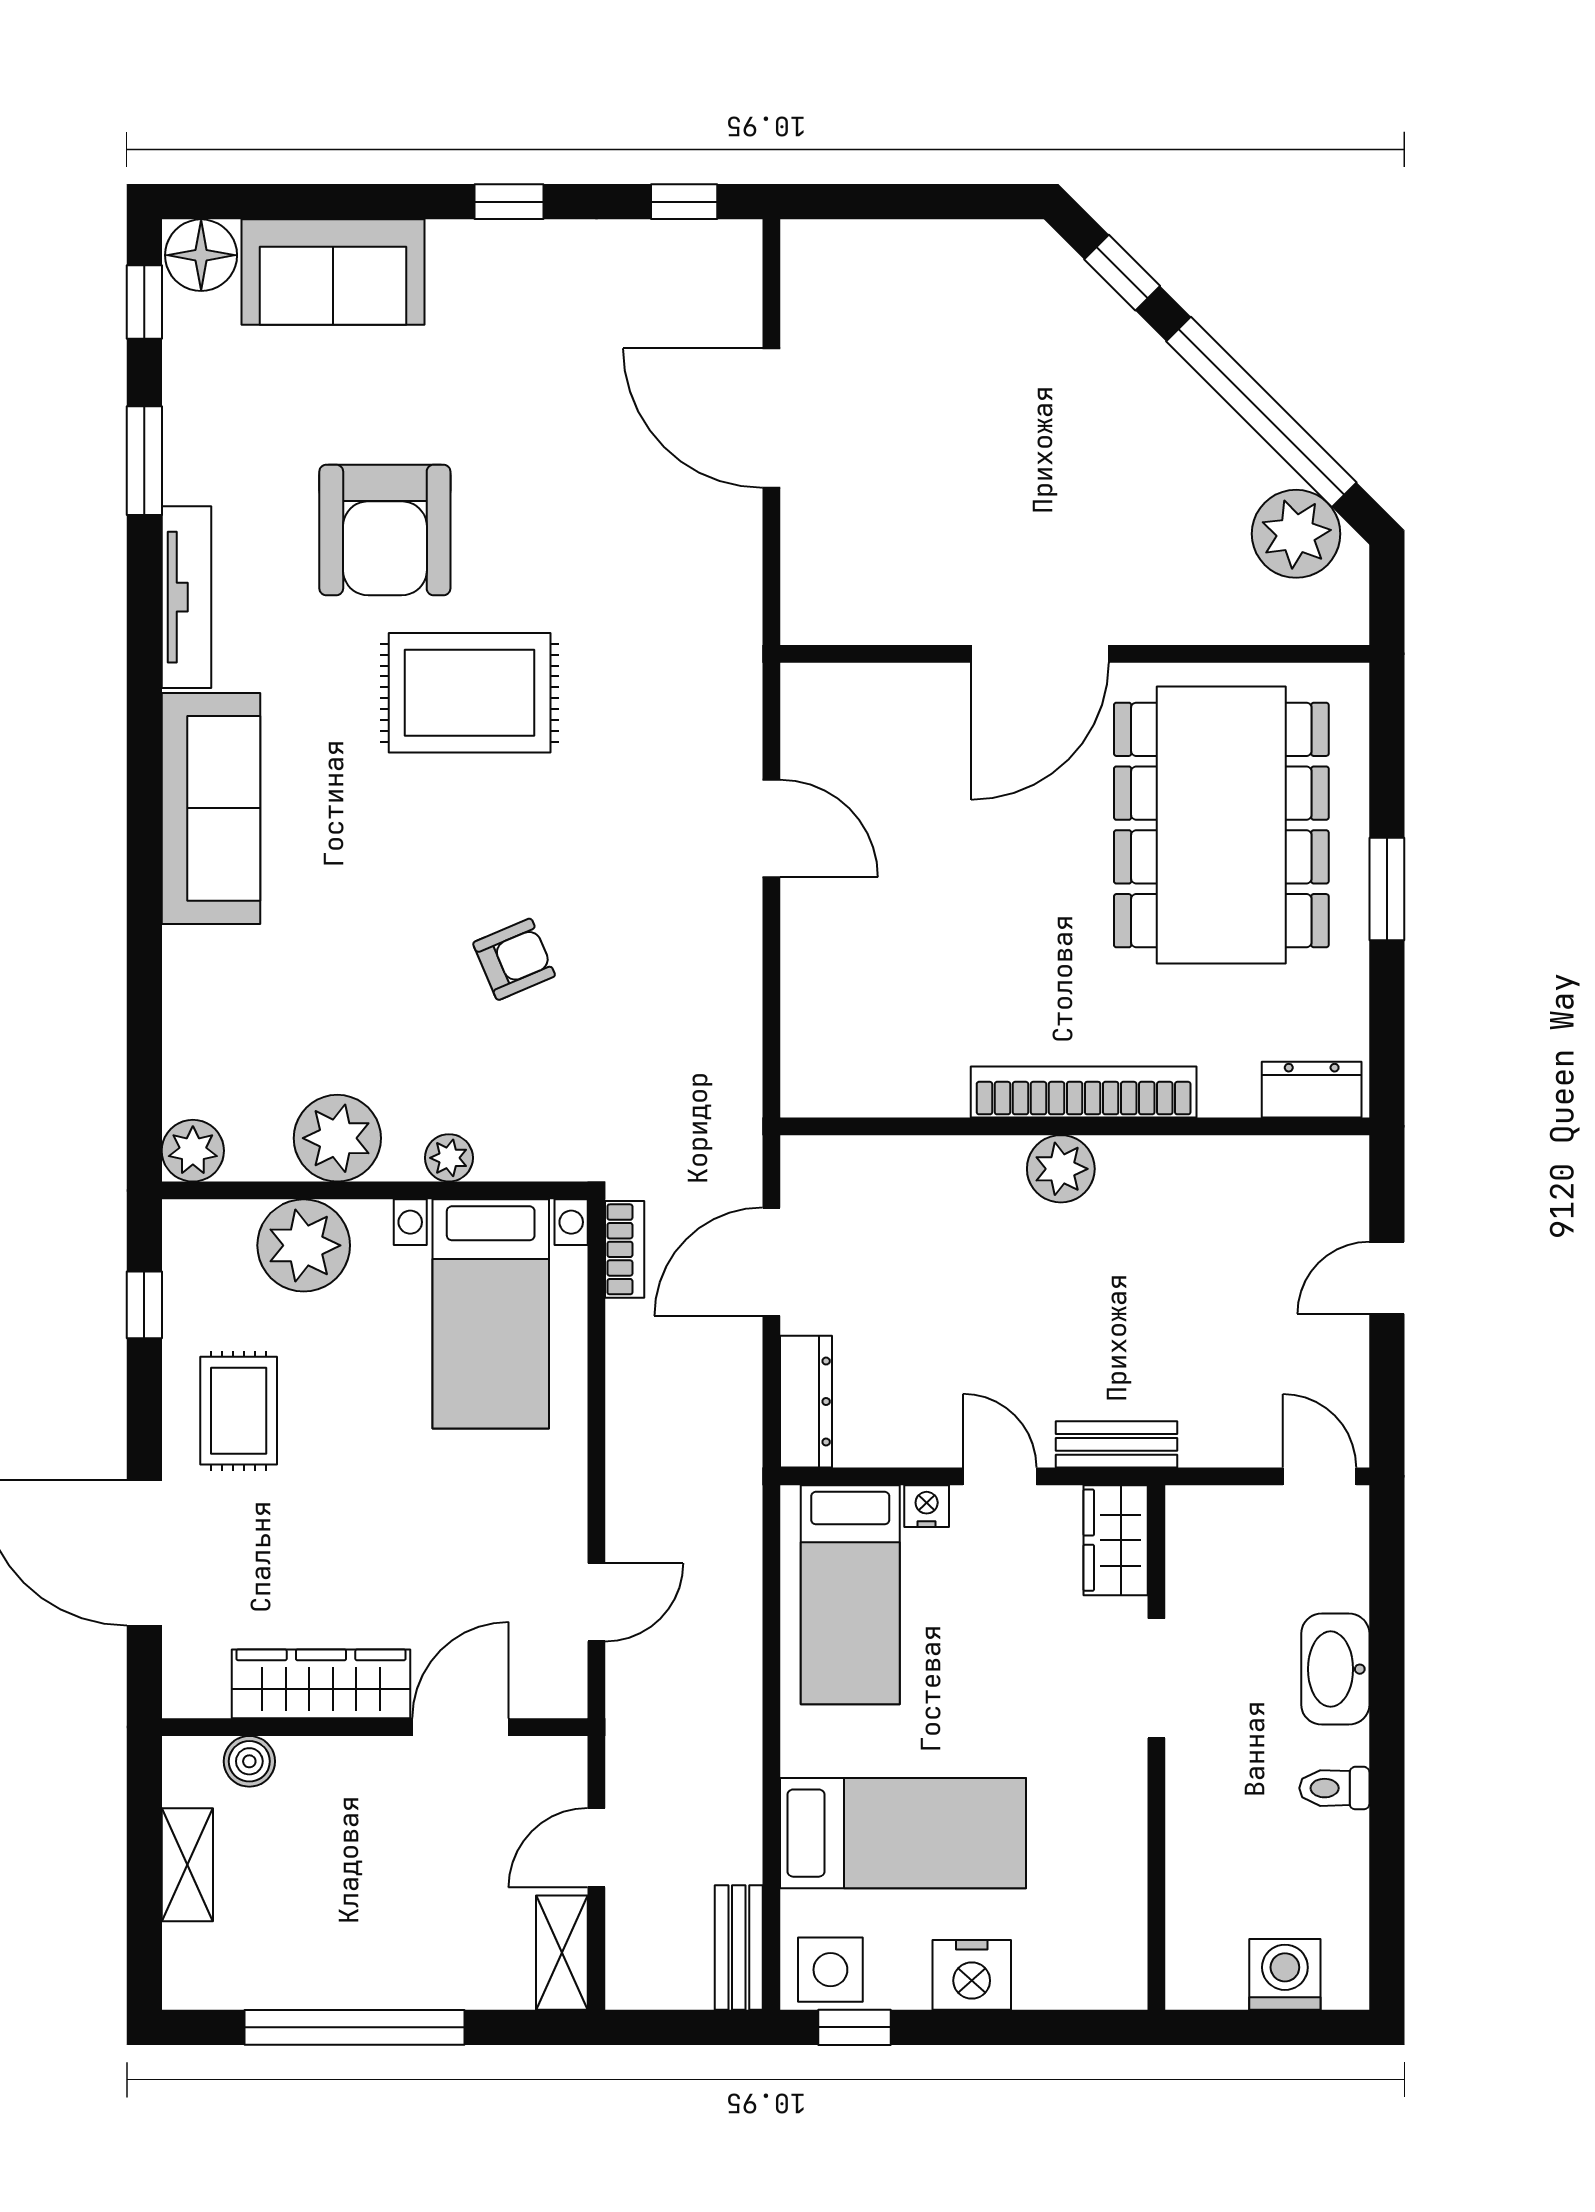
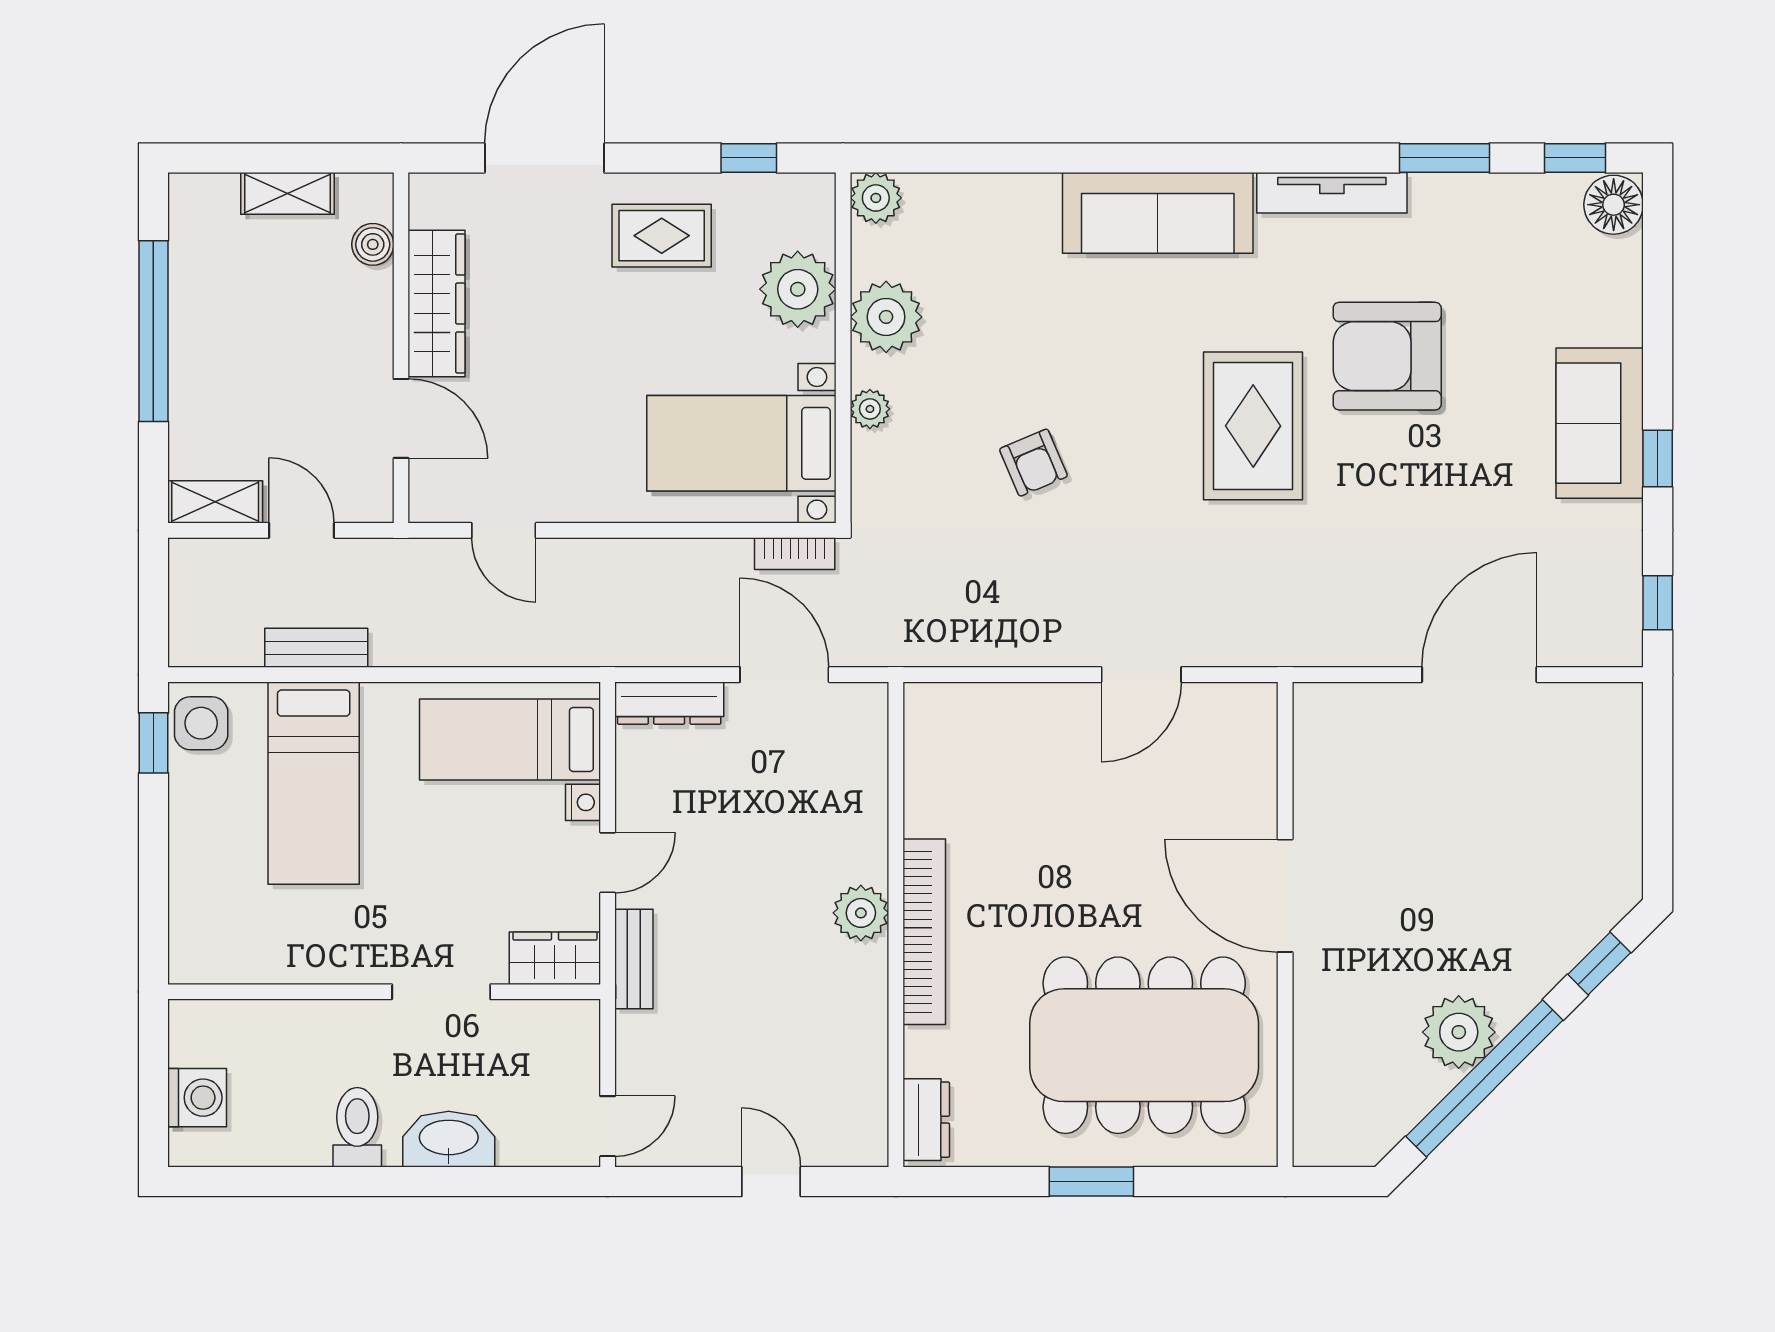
sofa: (333, 272) -> (1600, 423), moved
plant: (1296, 534) -> (1459, 1032), moved
toilet: (1334, 1788) -> (357, 1127), width x1.37, depth x1.39
bench: (739, 1948) -> (316, 648), moved
nightstand: (972, 1975) -> (197, 840), removed

